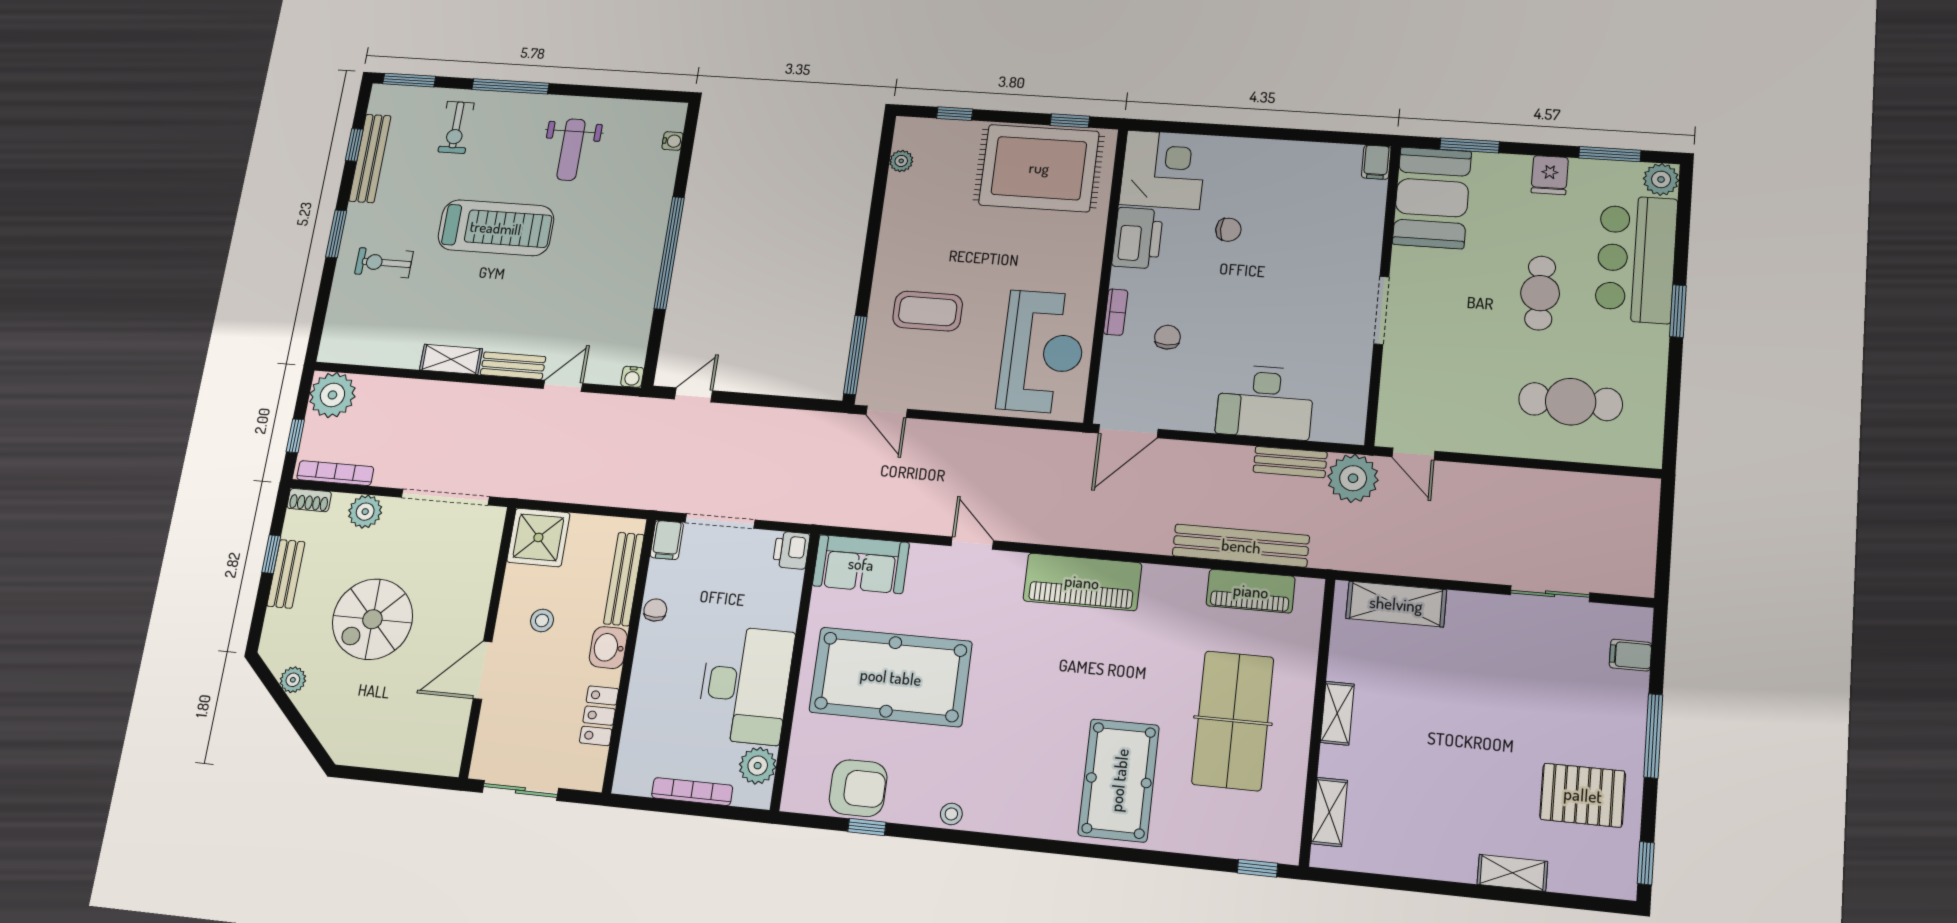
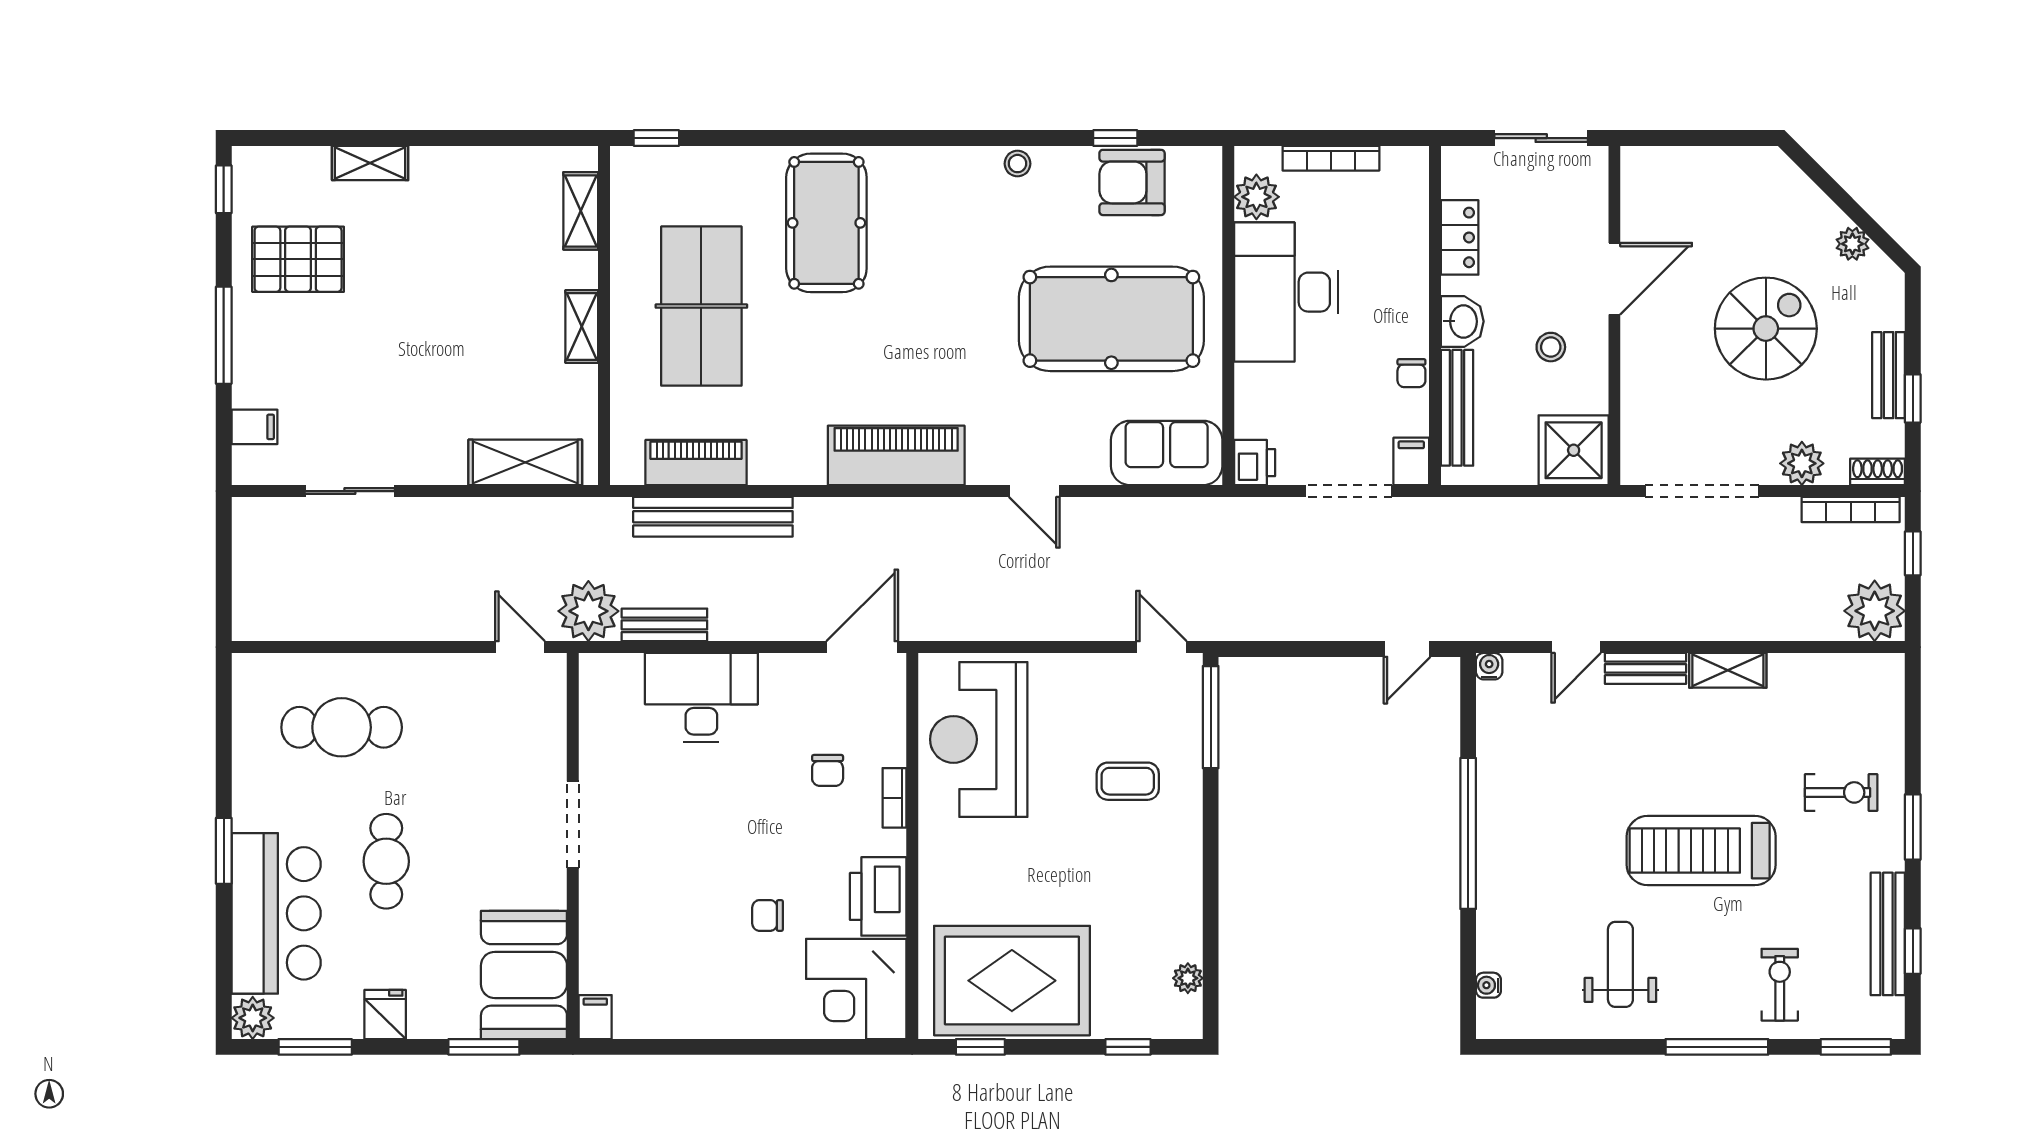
coffee table: (928, 311) -> (1128, 781), width x0.73, depth x0.77

